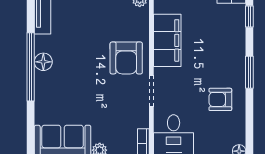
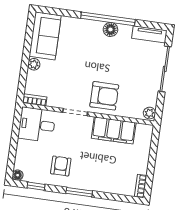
window: (249, 16) -> (36, 186), moved
armchair: (126, 58) -> (104, 96), turned 180

